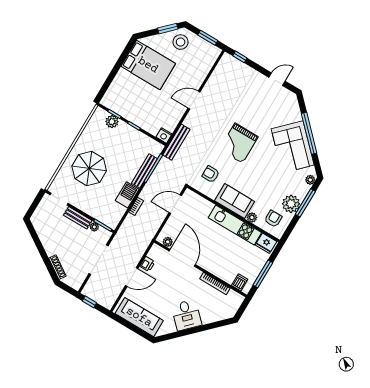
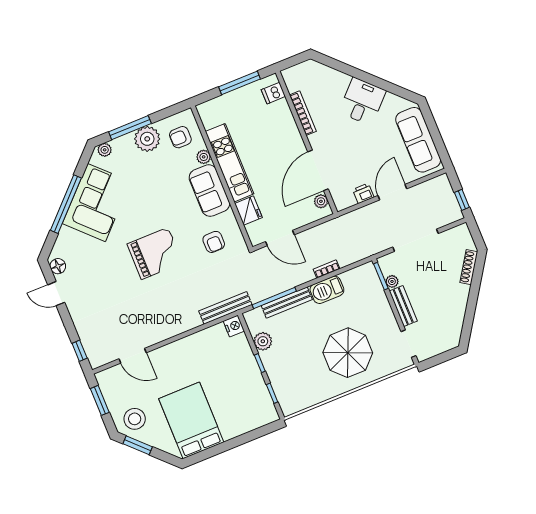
floor lamp: (288, 95) -> (58, 266), added
door: (194, 100) -> (133, 356), moved
plant: (112, 122) -> (263, 341), moved
fridge: (266, 243) -> (248, 210), moved
door: (132, 277) -> (392, 192), hinge flipped

